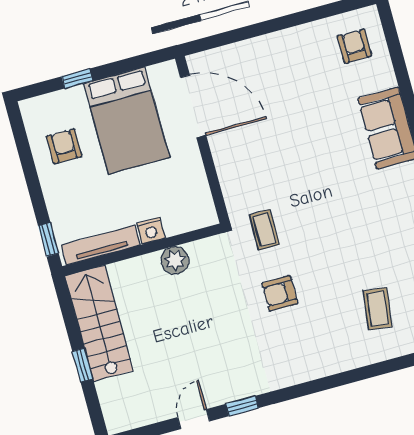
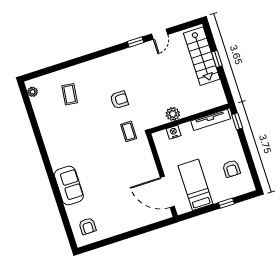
bed: (127, 120) -> (195, 185), width x0.67
nightstand: (151, 231) -> (174, 132), moved
stairs: (99, 323) -> (202, 56), moved

